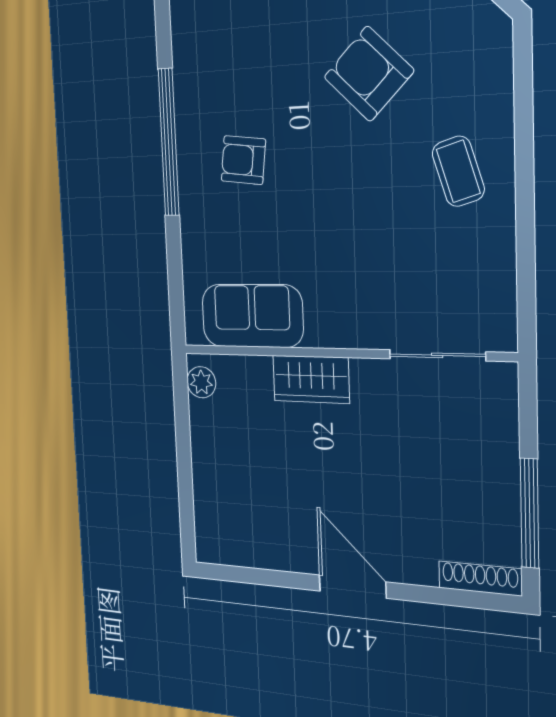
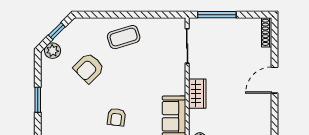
coffee table: (458, 171) -> (124, 37), width x1.36, depth x1.30
window: (530, 513) -> (217, 15), moved

